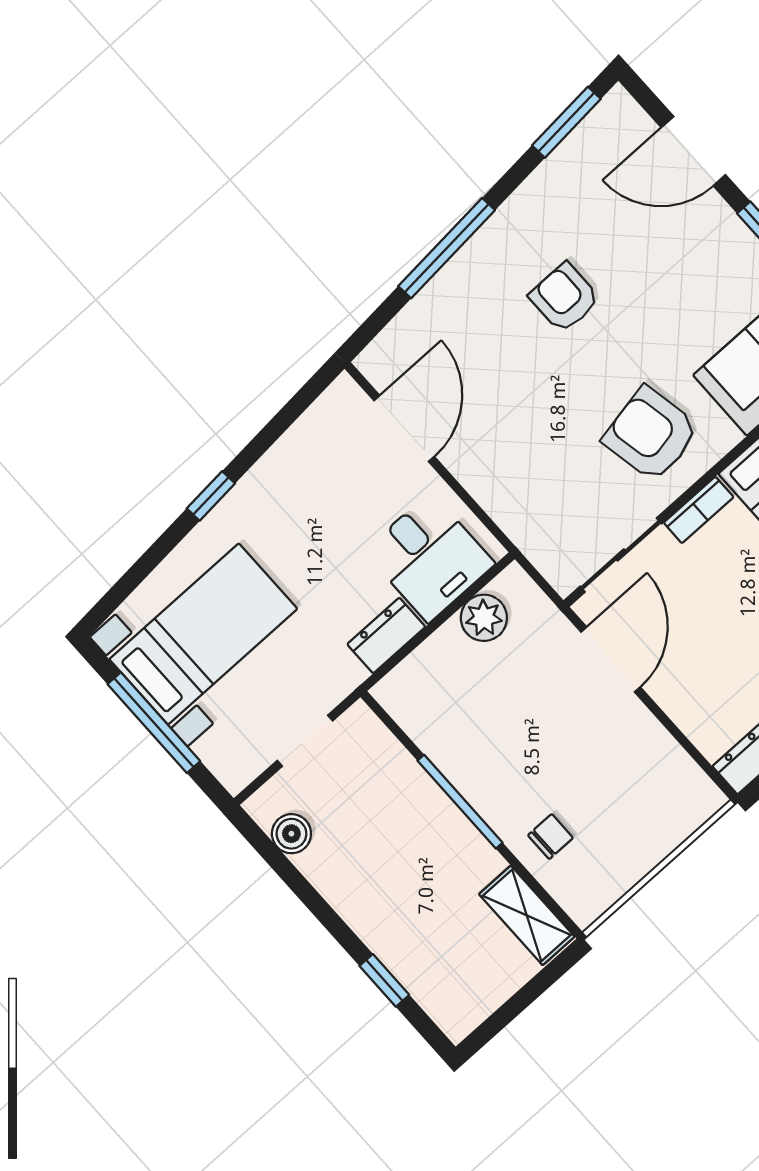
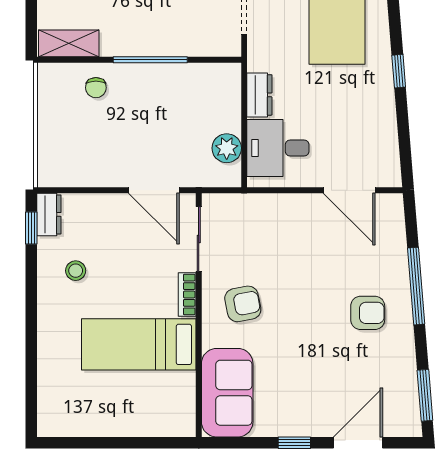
armchair: (565, 298) -> (368, 313), moved
armchair: (651, 434) -> (243, 304), width x0.72, depth x0.72

